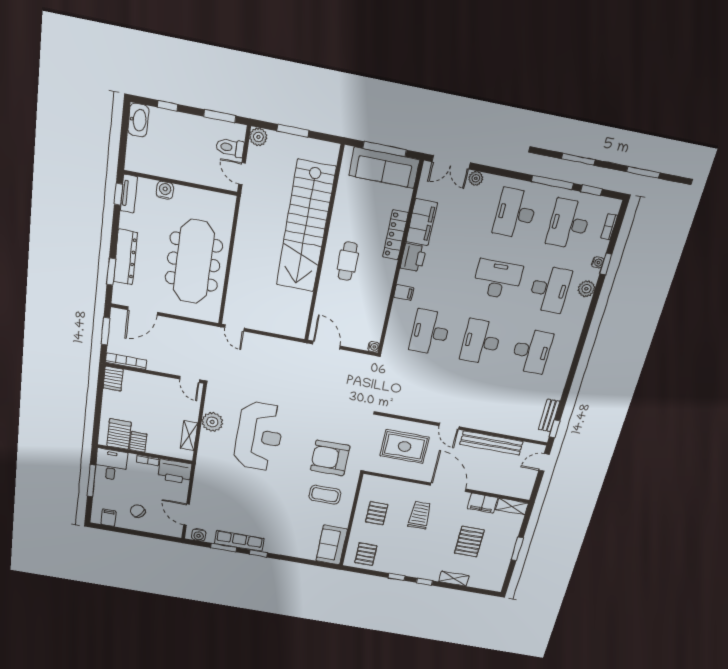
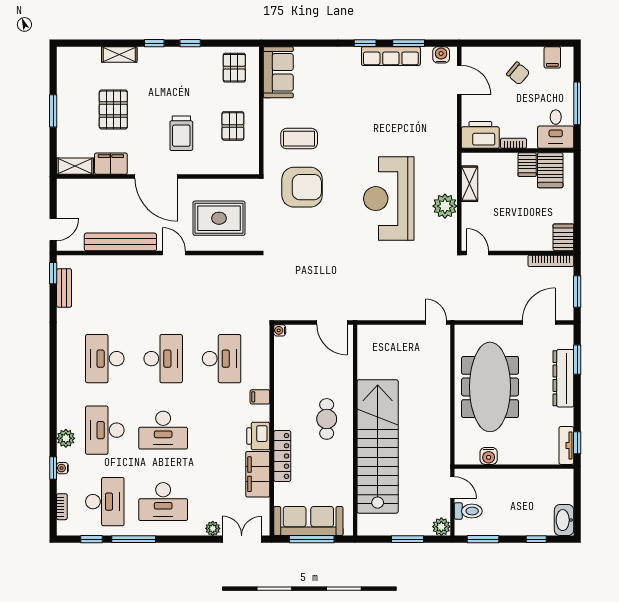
water cooler: (165, 190) -> (489, 456), moved
desk: (515, 213) -> (163, 502), turned 90

